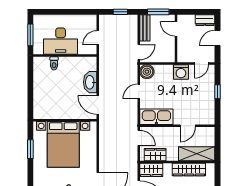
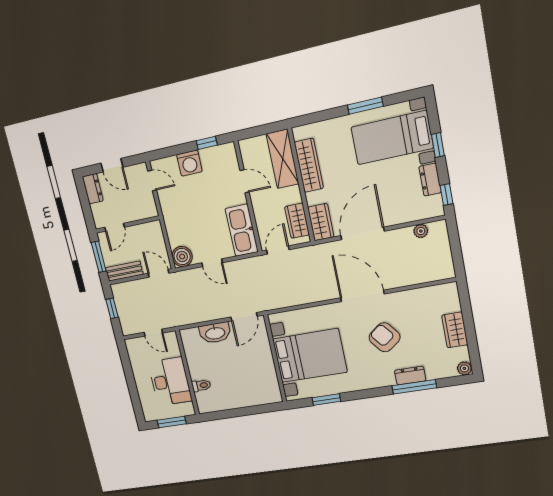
washing machine: (181, 72) -> (189, 163), moved, turned 90
window: (217, 92) -> (207, 143), moved

